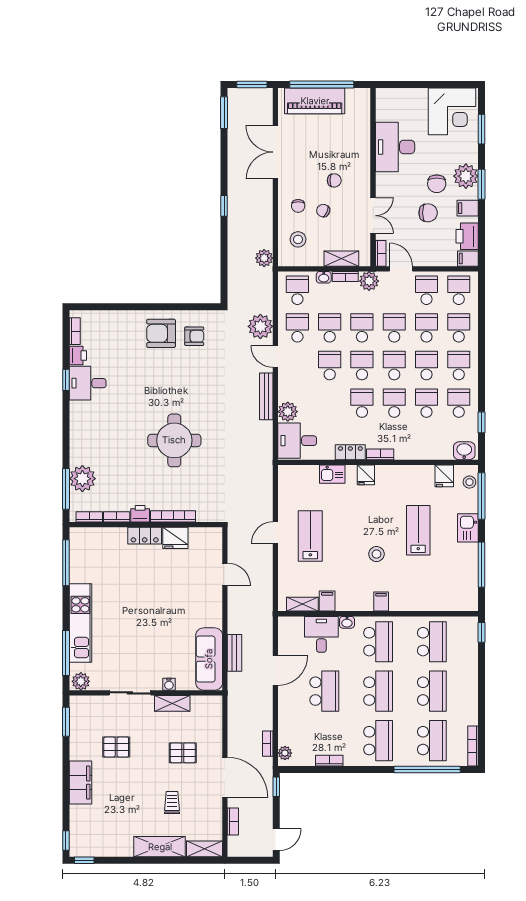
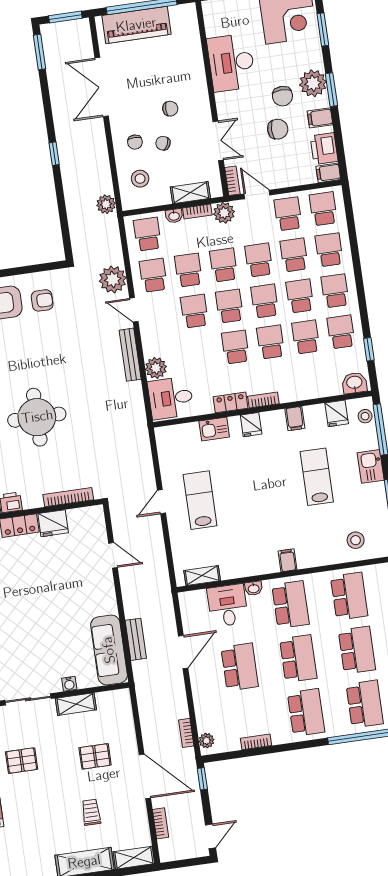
bookcase: (173, 516) -> (68, 497), moved
stool: (377, 554) -> (356, 540), moved
filing cabinet: (327, 601) -> (295, 419), moved, turned 180

